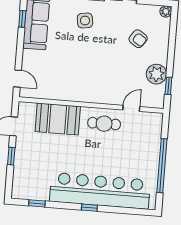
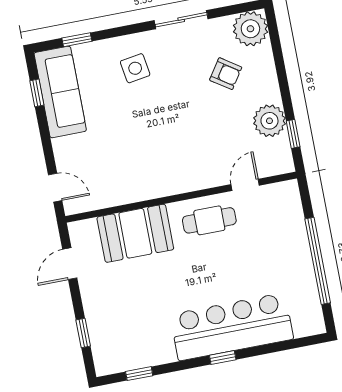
plant: (166, 11) -> (250, 29), width x1.88, depth x1.88
window: (11, 156) -> (83, 333), moved
bar counter: (100, 191) -> (232, 327), width x0.73

